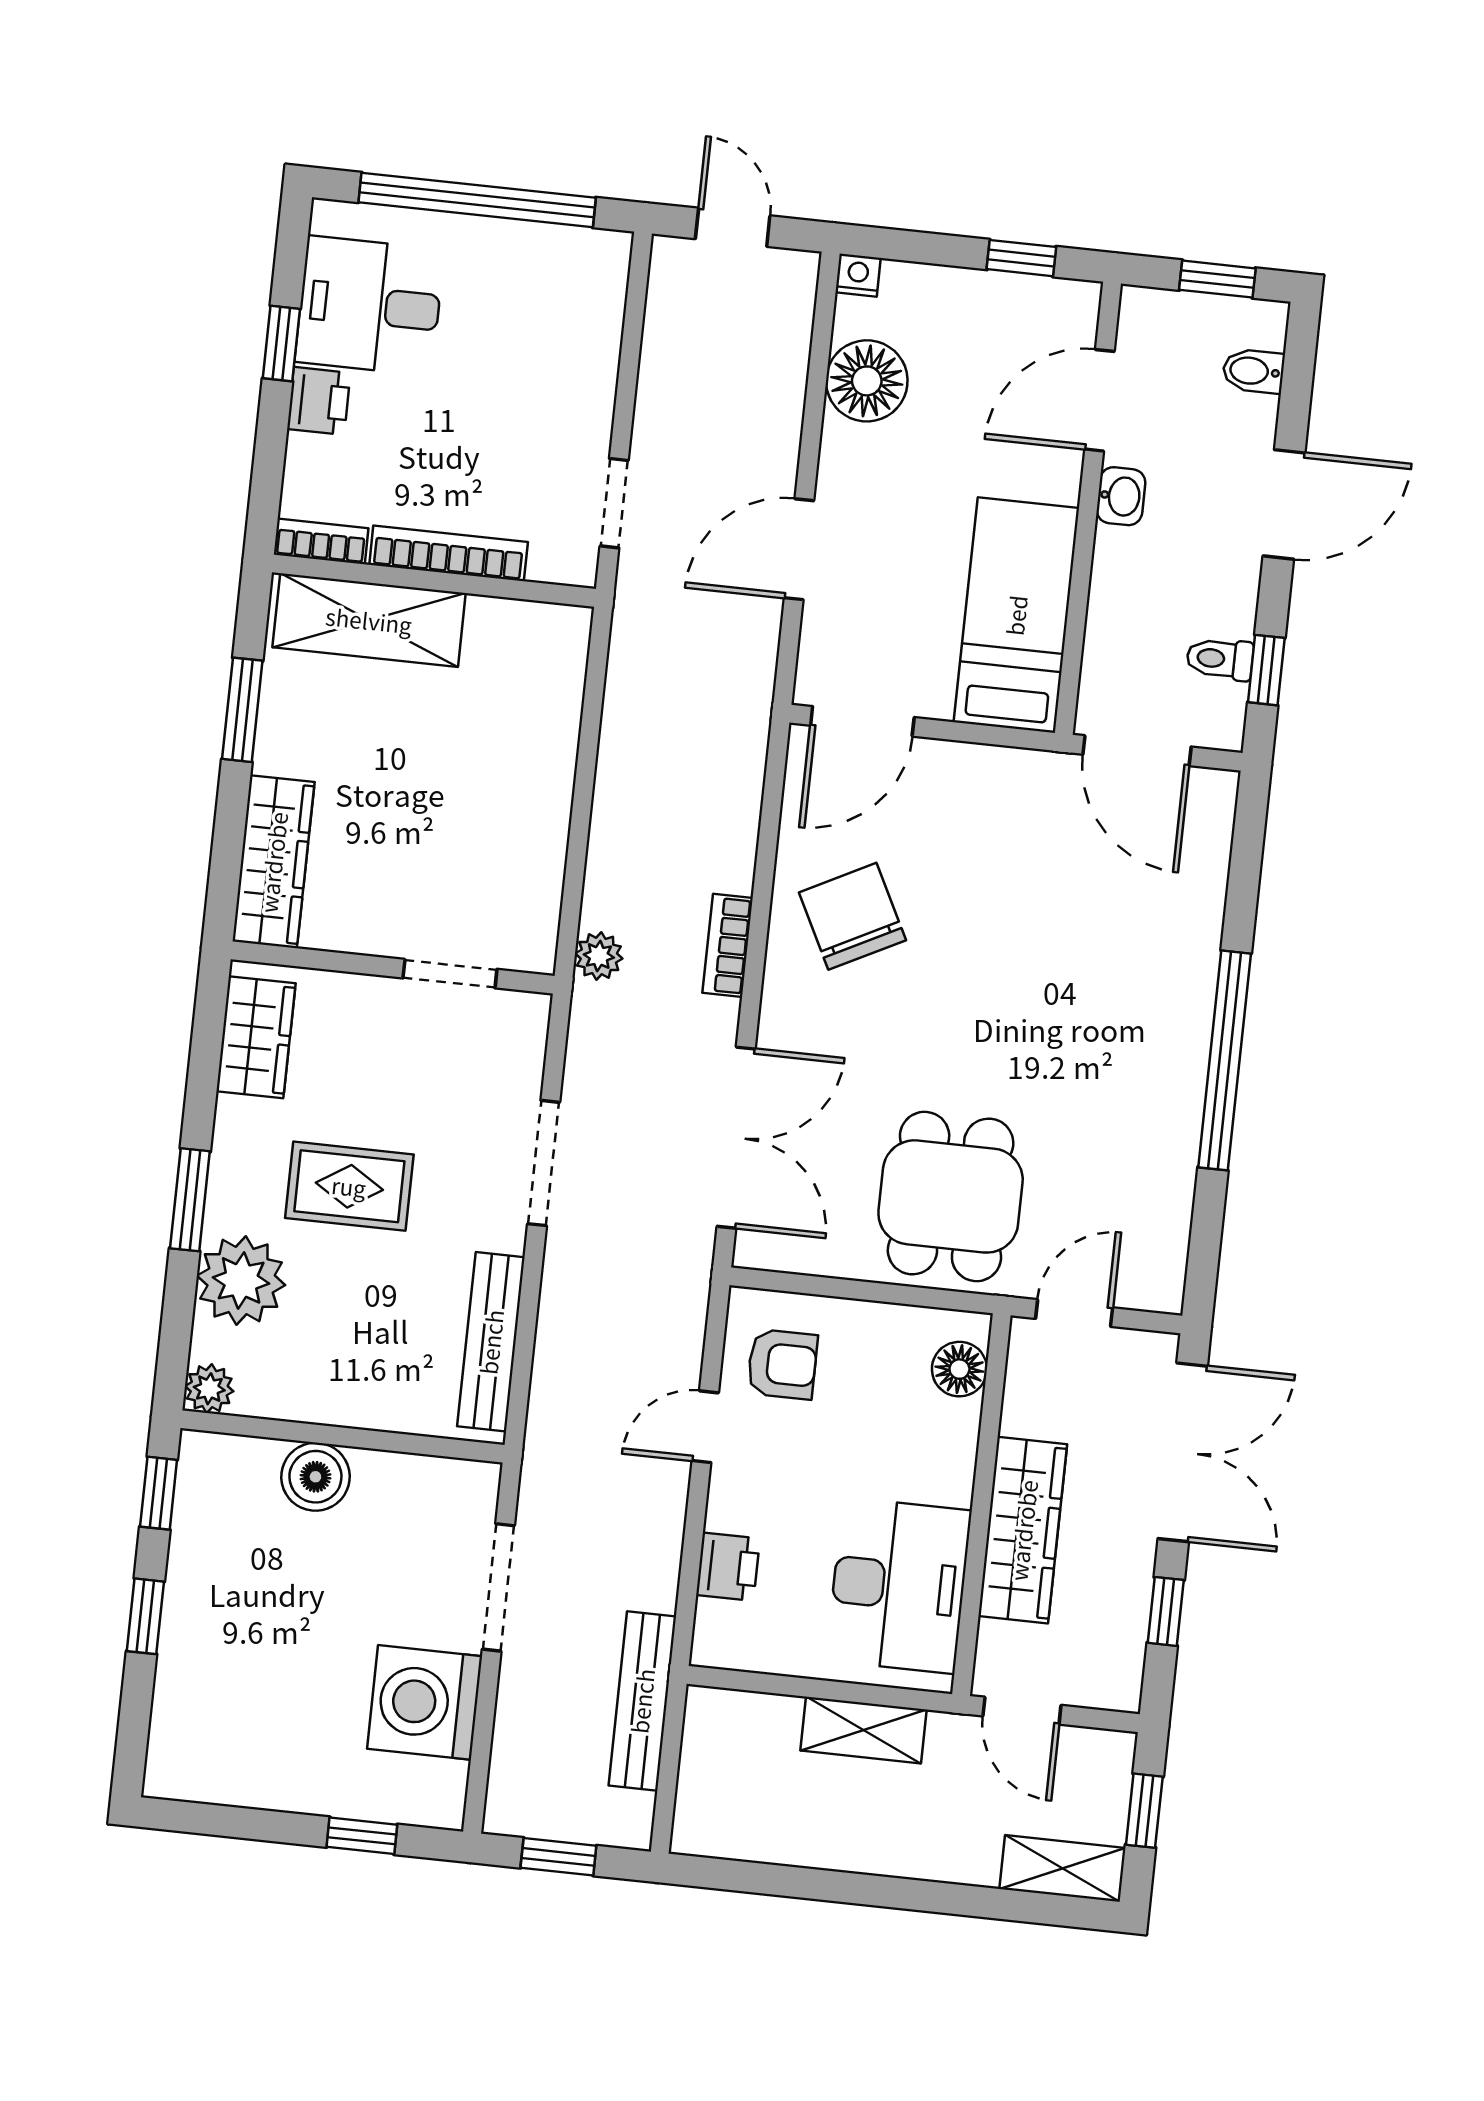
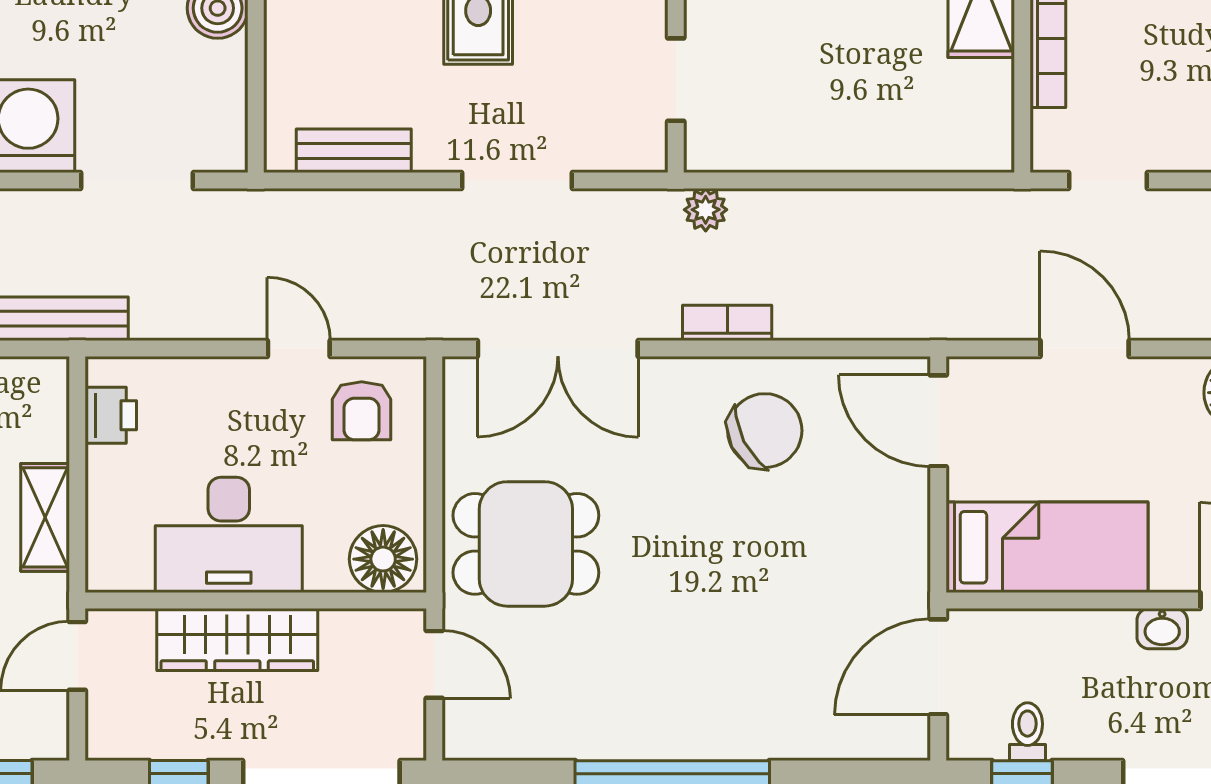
bench: (491, 1342) -> (354, 151), width x0.73
floor lamp: (959, 1369) -> (383, 559), width x1.38, depth x1.38
printer: (728, 1567) -> (111, 415), moved, turned -90
desk: (899, 1585) -> (229, 535), moved

